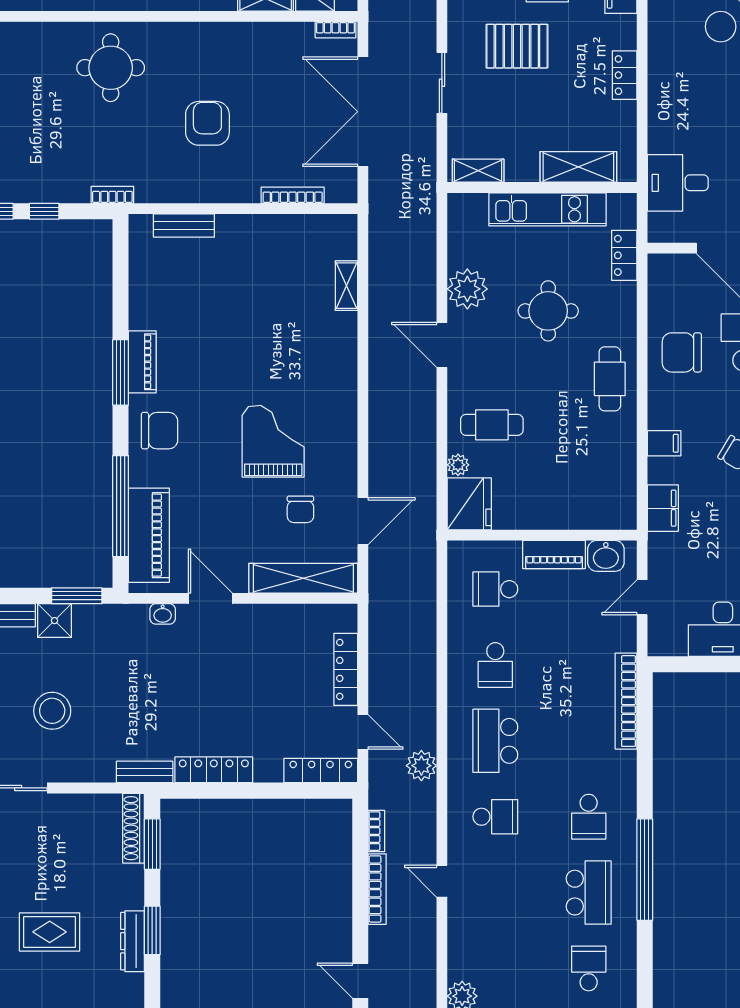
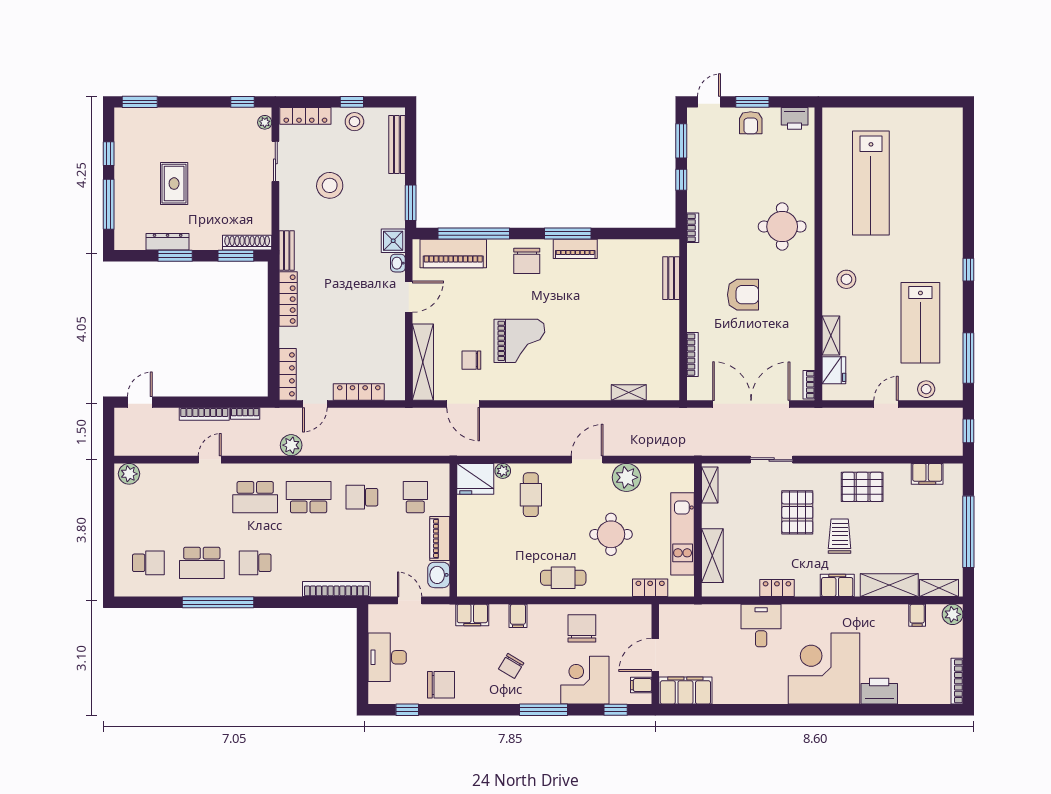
desk: (678, 183) -> (761, 626), moved
shower: (54, 621) -> (393, 241), moved
school desk: (495, 817) -> (255, 497), width x1.85

